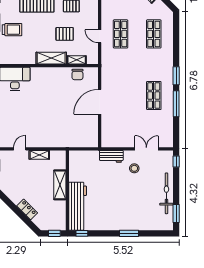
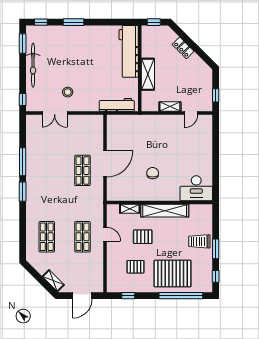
shelving: (51, 58) -> (165, 211), width x1.47
chair: (77, 74) -> (153, 173), moved
shop shelf: (154, 96) -> (82, 170), moved
workbench: (111, 156) -> (117, 105), moved, width x1.37
window: (82, 233) -> (41, 22), moved

